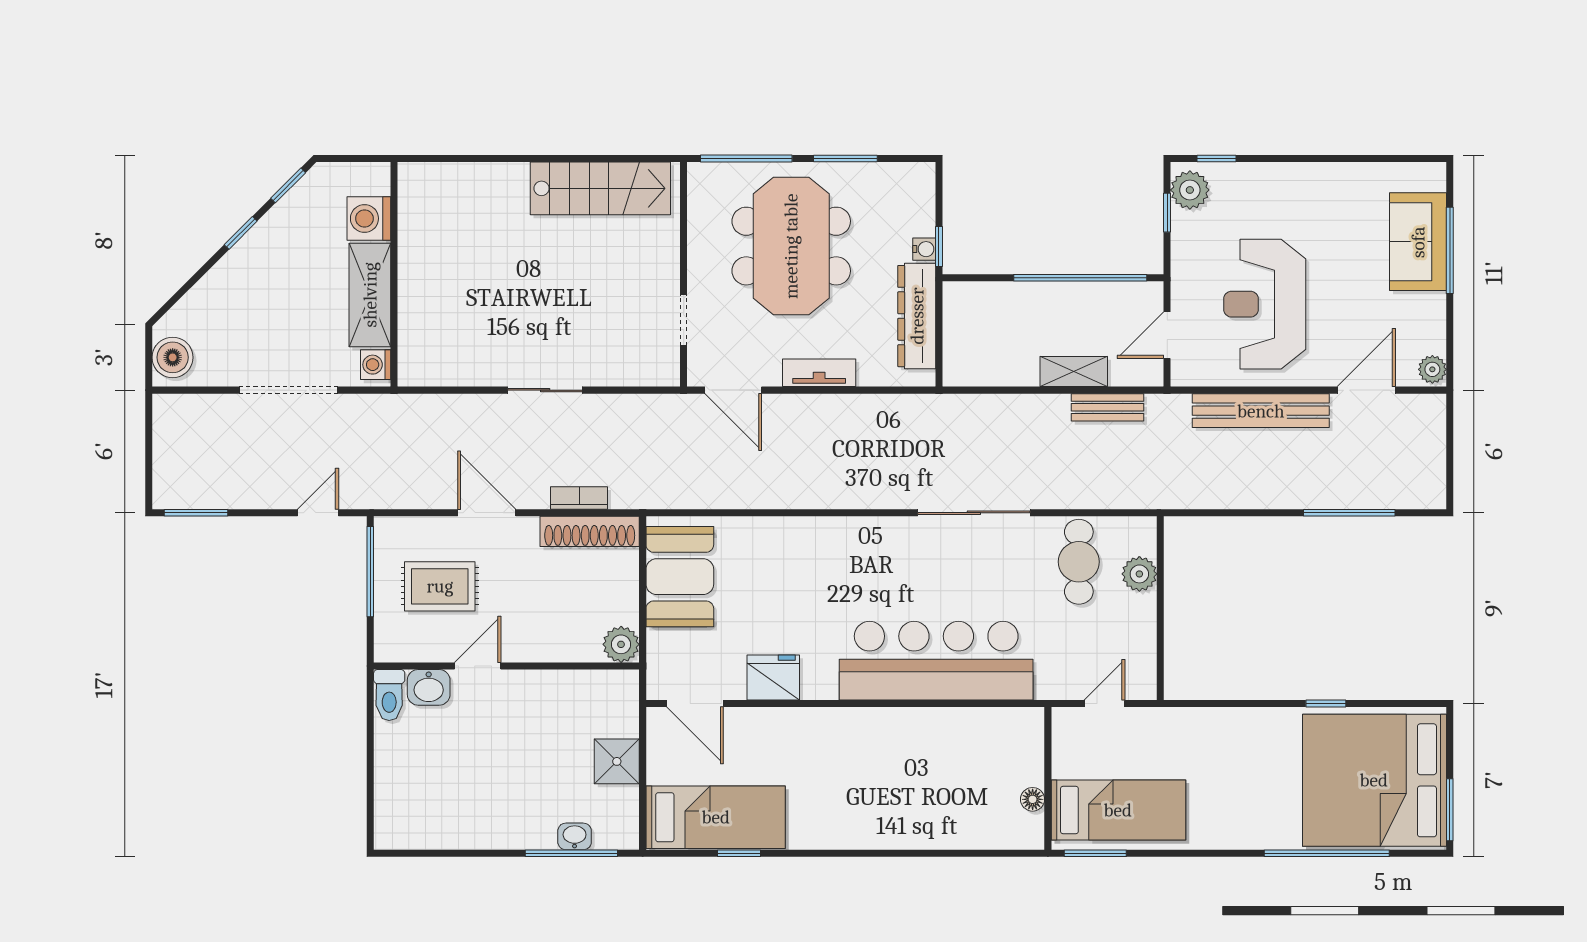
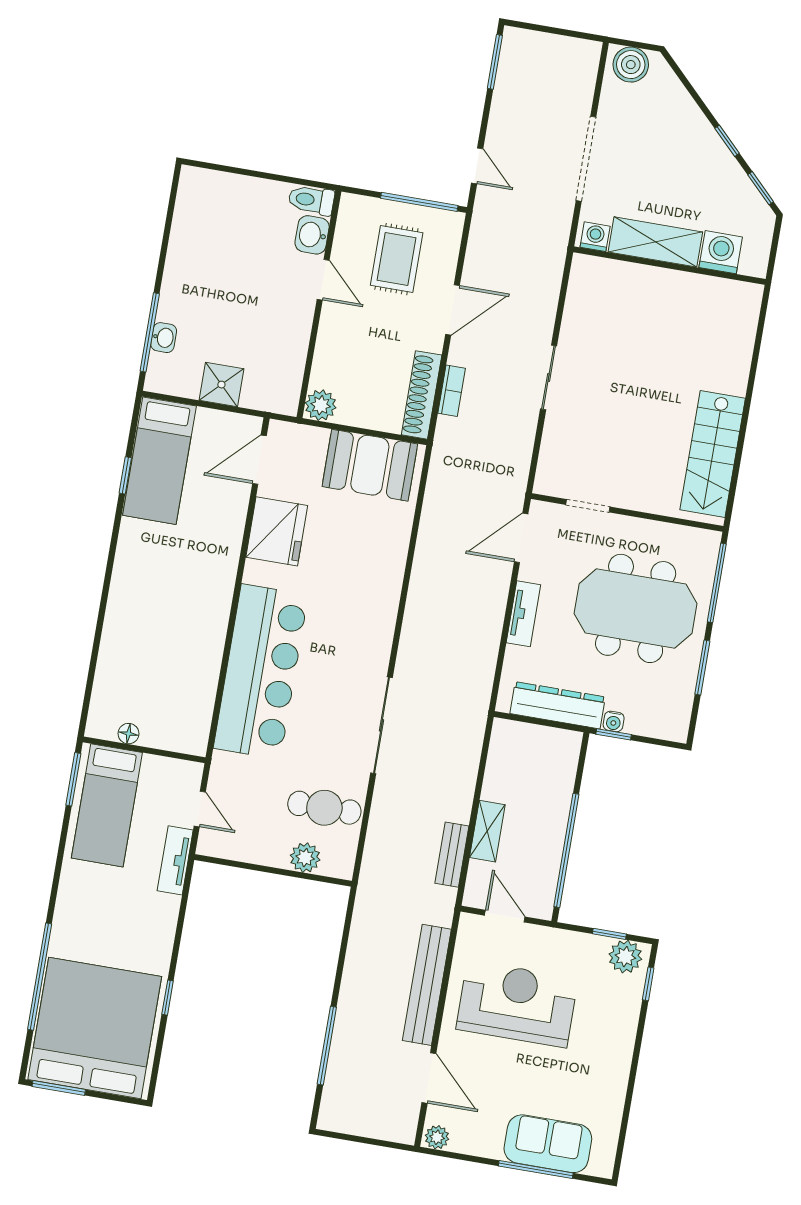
fridge: (773, 678) -> (277, 531), width x1.36, depth x1.34
tv unit: (1168, 721) -> (175, 860), added

